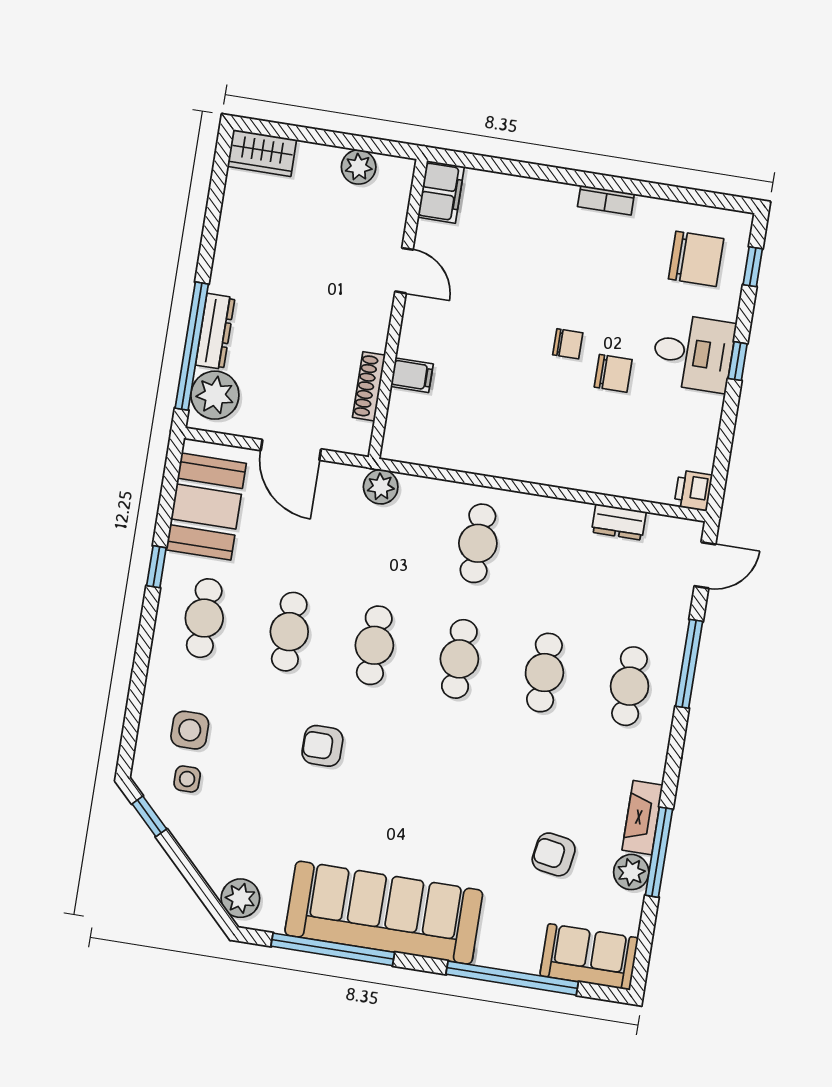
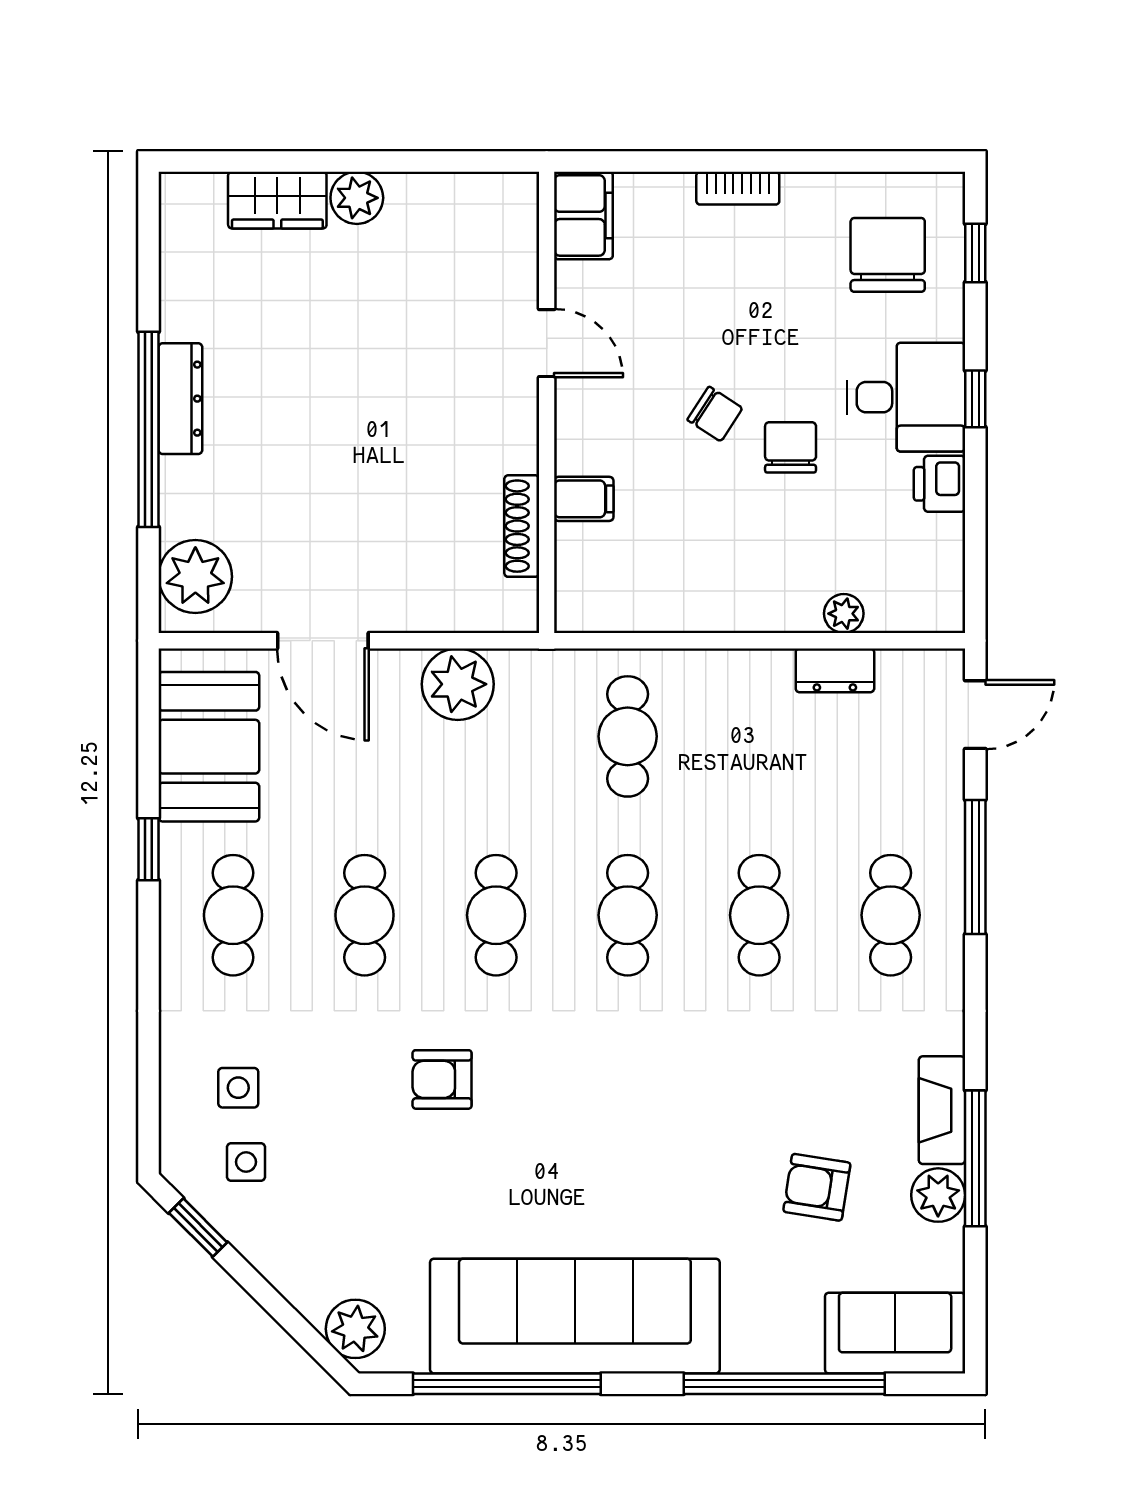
wardrobe: (262, 153) -> (277, 200), moved
filing cabinet: (441, 192) -> (583, 215), moved
chair: (696, 259) -> (888, 255), turned -90
door: (404, 271) -> (547, 343), moved
wall: (398, 309) -> (547, 402), moved
dresser: (215, 331) -> (180, 399), moved
chair: (568, 344) -> (715, 414), turned 33
window: (192, 346) -> (149, 429), moved
chair: (613, 373) -> (791, 447), turned -90
filing cabinet: (412, 375) -> (584, 499), moved
shoe rack: (369, 386) -> (522, 526), moved
plant: (630, 486) -> (844, 614), added
plant: (381, 487) -> (458, 684), width x1.36, depth x1.36
printer: (693, 491) -> (939, 484), moved
side table: (190, 730) -> (238, 1088), width x0.73, depth x0.73

